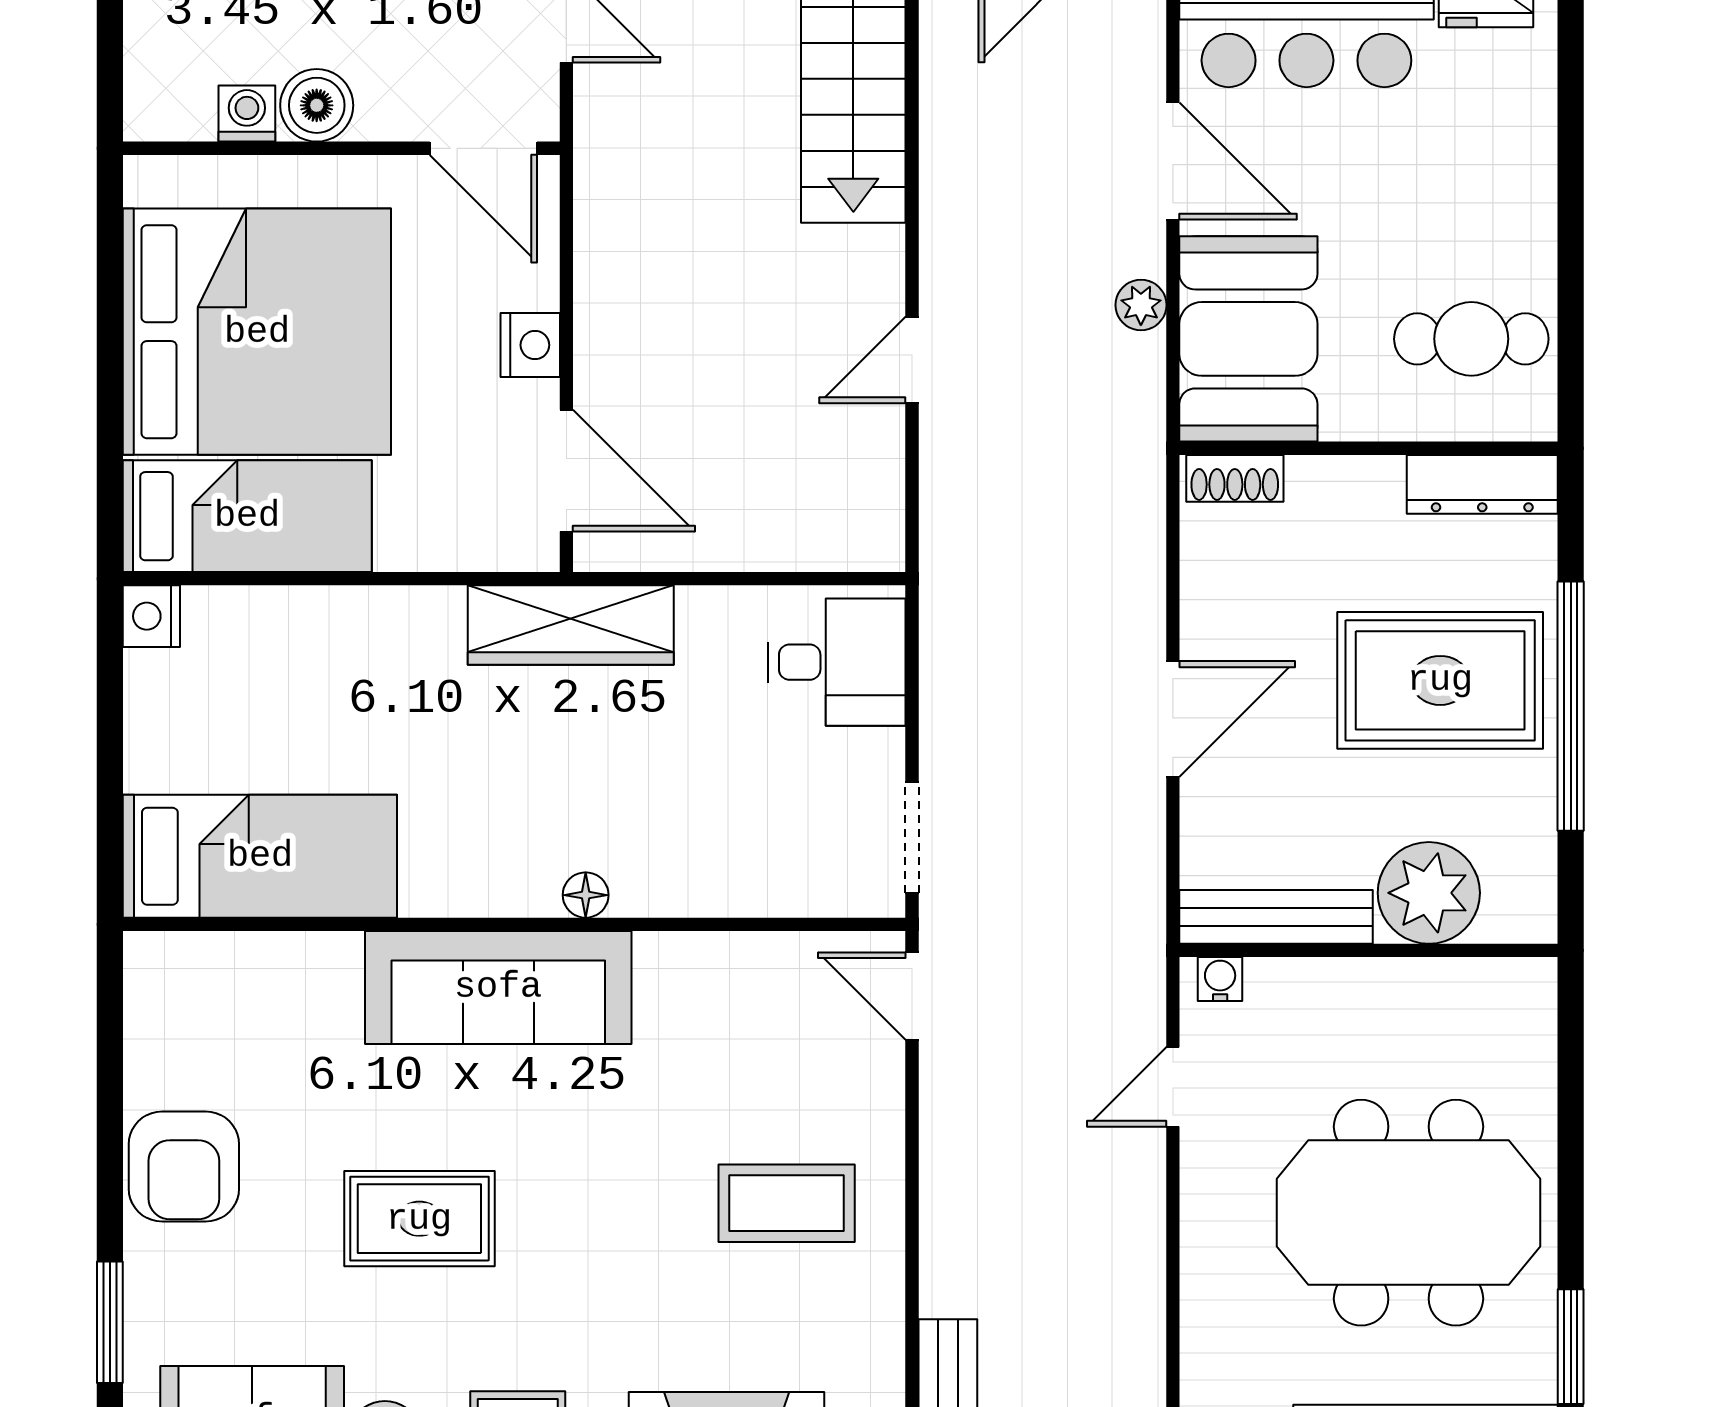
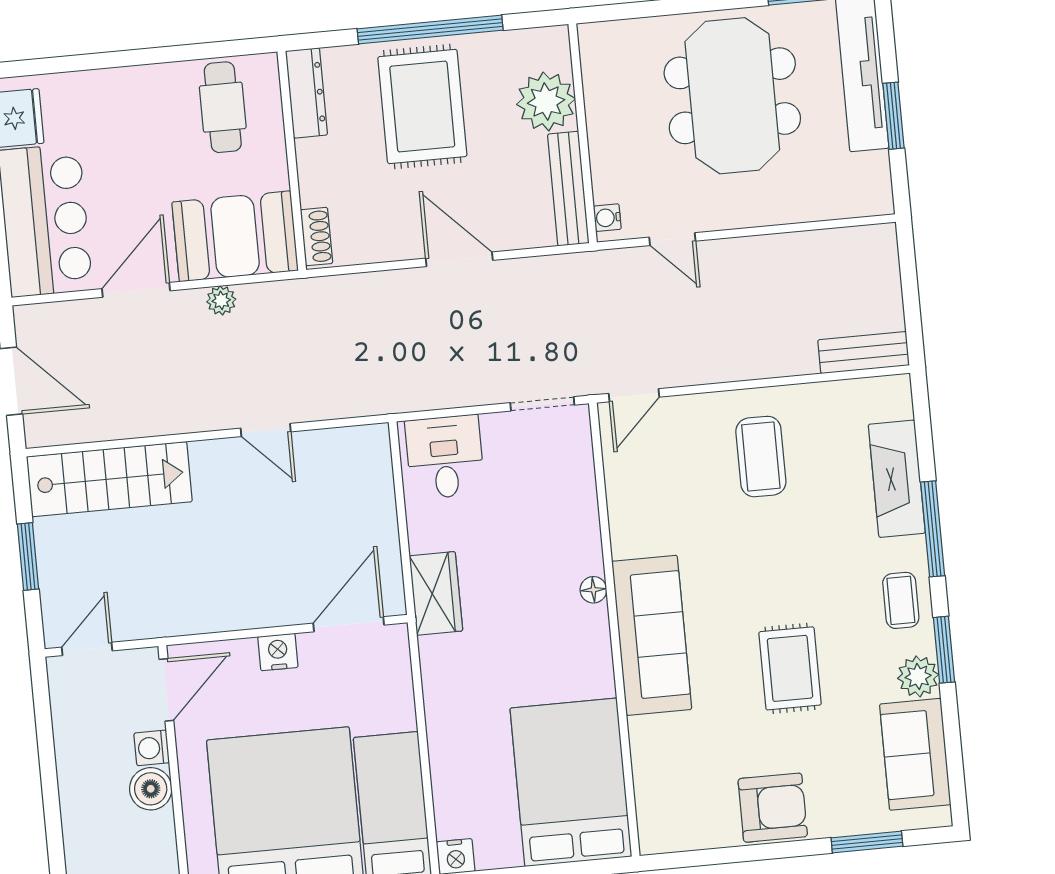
washing machine: (247, 114) -> (152, 748), moved
wardrobe: (571, 625) -> (436, 593), width x0.67
bed: (260, 856) -> (571, 782), width x1.50

